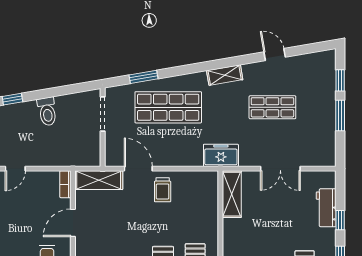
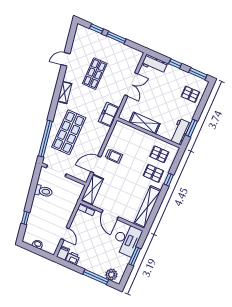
window: (144, 77) -> (45, 139), width x2.11
toilet: (47, 111) -> (44, 191), moved
shelving: (232, 194) -> (145, 123), moved
workbench: (326, 208) -> (154, 64), moved

